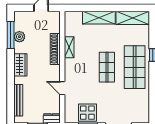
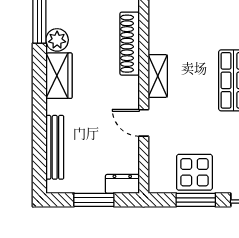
plant: (19, 37) -> (57, 40), moved
shelving: (69, 47) -> (158, 76), moved

